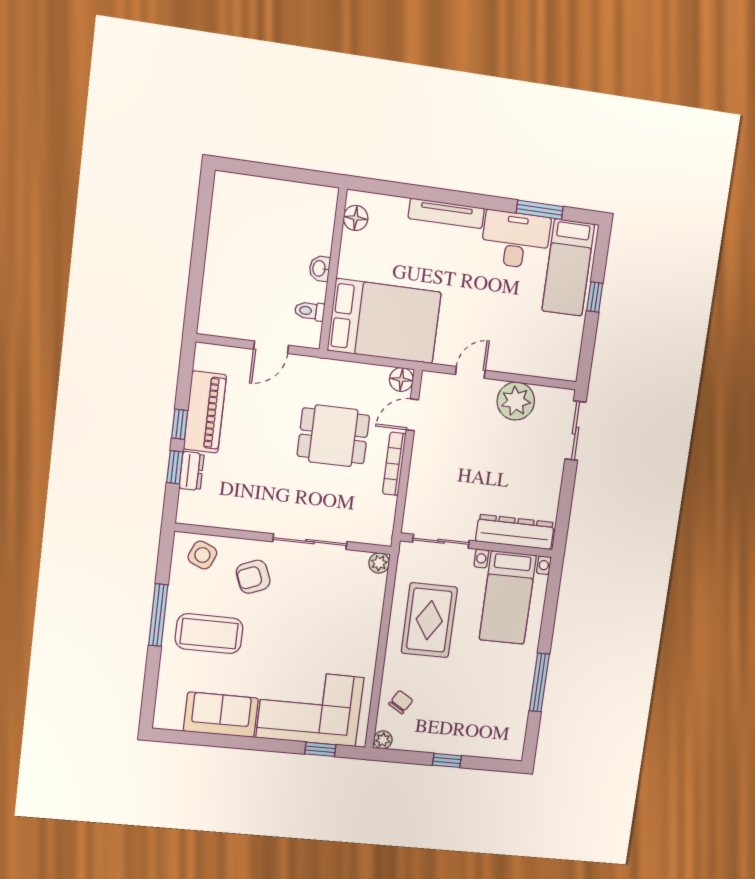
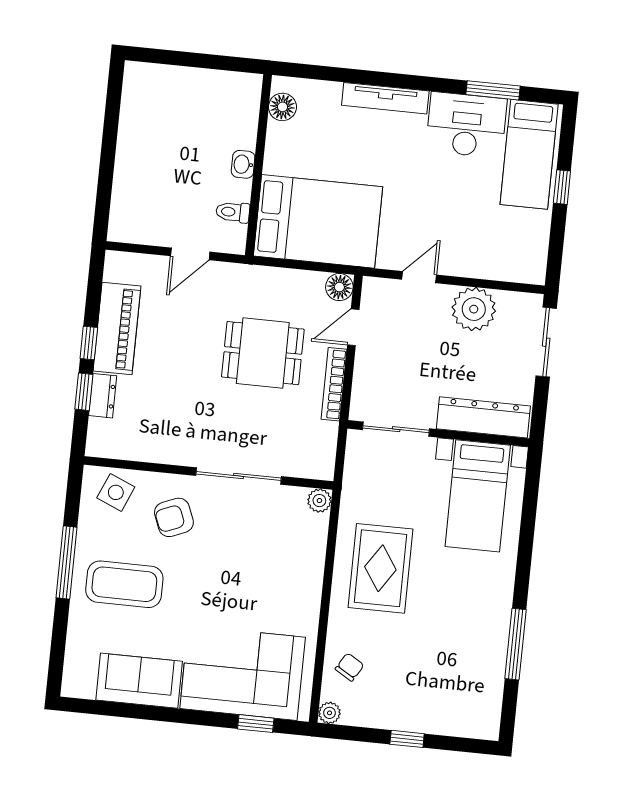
dresser: (515, 532) -> (483, 417), moved
sliding door: (441, 541) -> (396, 429), moved
wall: (477, 545) -> (438, 433), moved
bed with nightstands: (508, 598) -> (478, 496), moved

